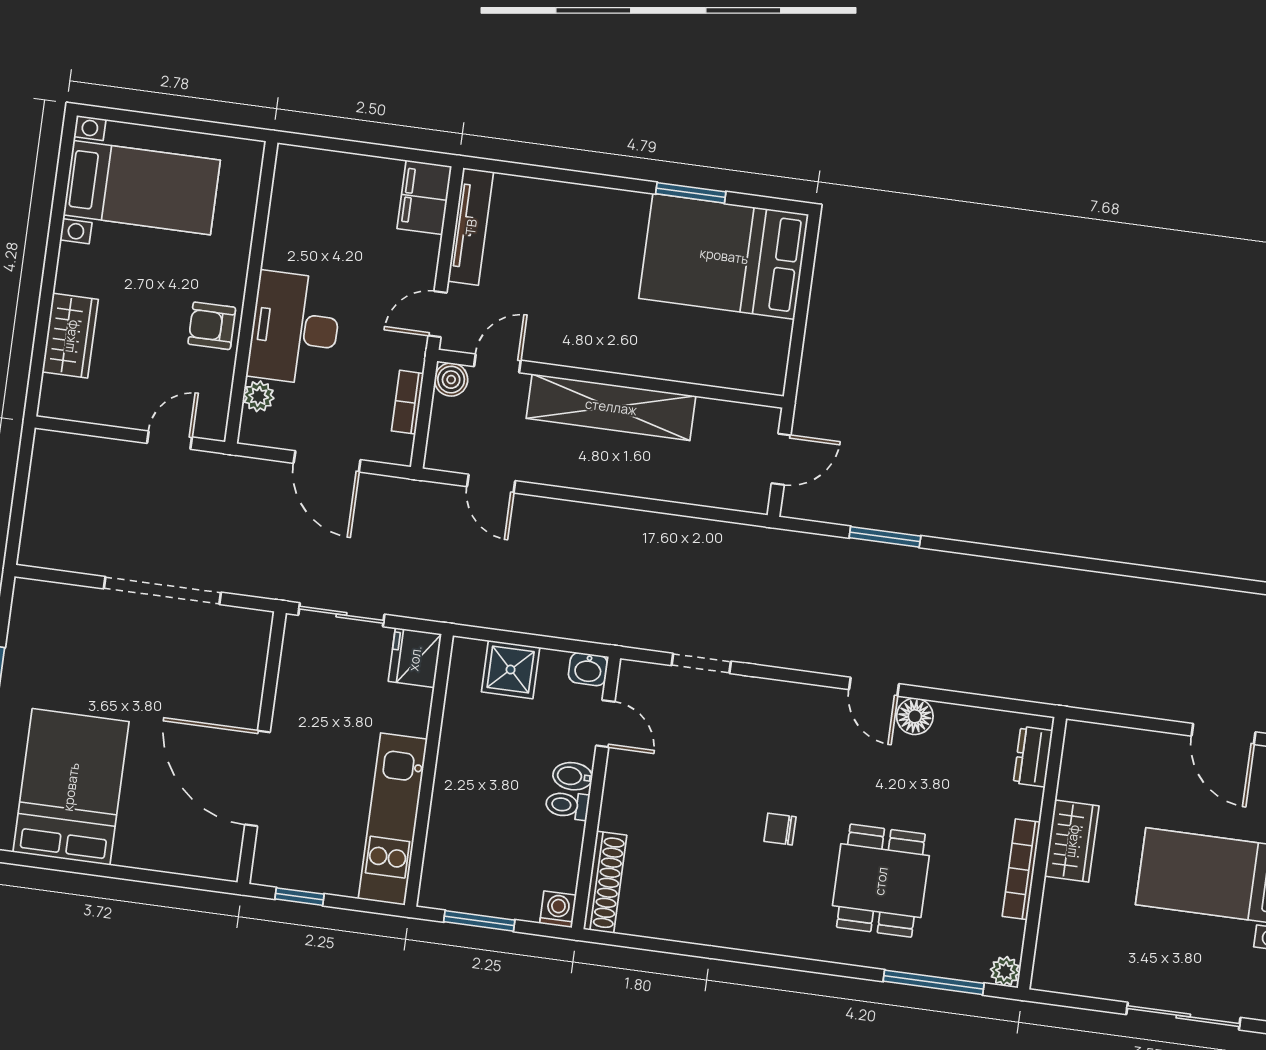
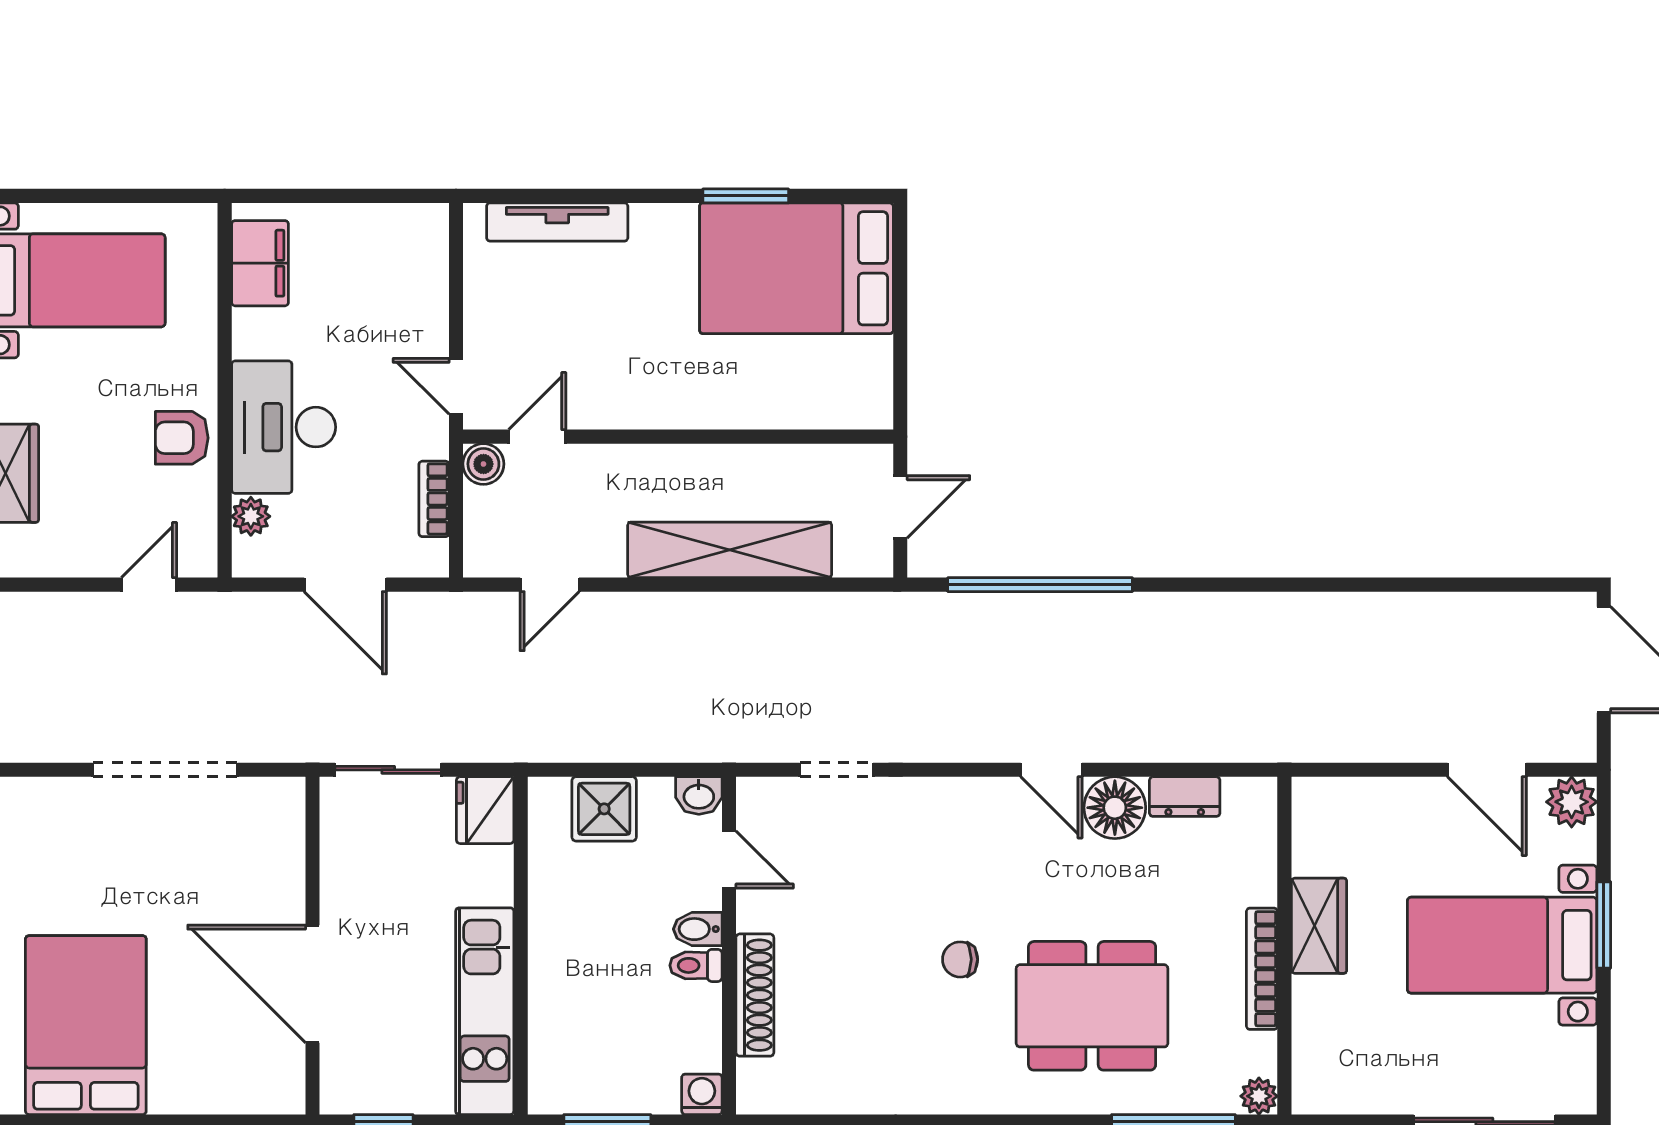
filing cabinet: (424, 197) -> (260, 263), moved, turned 180
tv unit: (471, 227) -> (557, 222), moved, turned 90
door: (438, 314) -> (456, 386), hinge flipped
shelving: (611, 407) -> (730, 550), moved
door: (491, 484) -> (550, 585), hinge flipped
window: (885, 537) -> (1040, 585), width x2.11
floor lamp: (915, 716) -> (1115, 808), width x1.38, depth x1.38
dresser: (1033, 757) -> (1185, 797), moved, turned -90
dining table: (881, 881) -> (1092, 1006), width x1.38
shoe rack: (605, 882) -> (755, 995), moved

